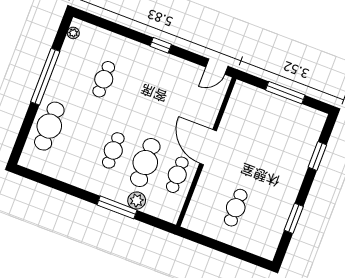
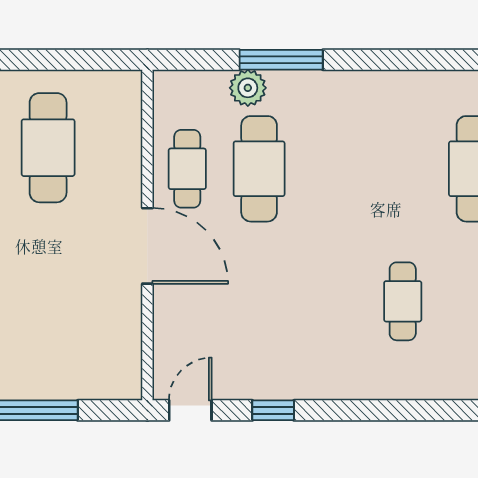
window: (161, 45) -> (273, 410), moved
cafe table: (113, 150) -> (331, 169), removed
cafe table: (236, 208) -> (48, 148), width x1.37, depth x1.35

